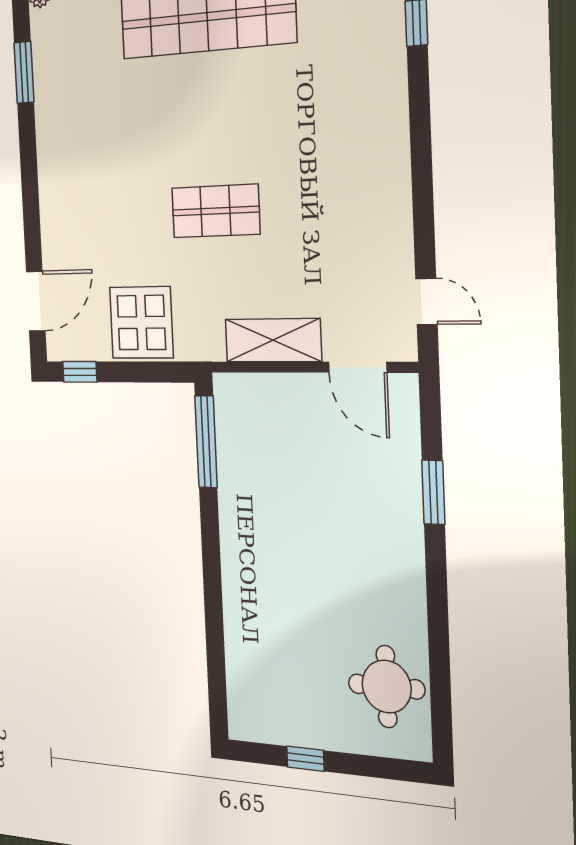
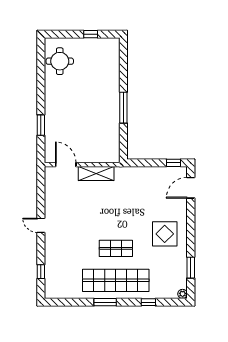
shop shelf: (216, 211) -> (116, 248), moved
door: (426, 301) -> (41, 225), moved
display table: (141, 323) -> (165, 234), moved
window: (206, 442) -> (123, 108), moved

